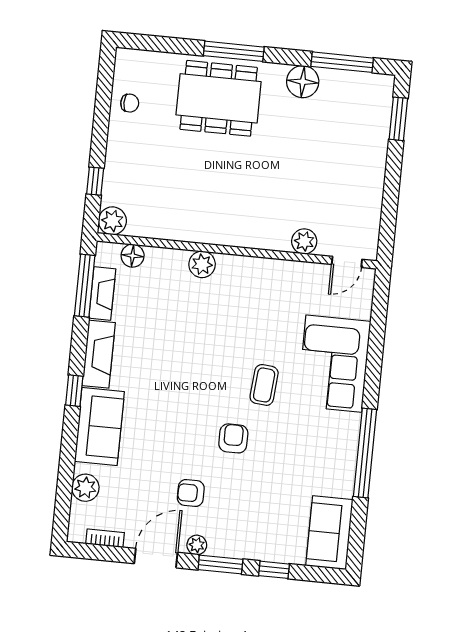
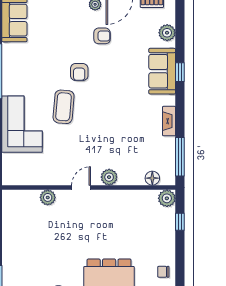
door: (347, 262) -> (81, 187), moved
fireplace: (102, 293) -> (169, 153), removed
fireplace: (99, 354) -> (169, 121), width x0.73, depth x0.76
coffee table: (264, 385) -> (64, 107), width x1.36, depth x1.30
window: (74, 391) -> (180, 72), moved

